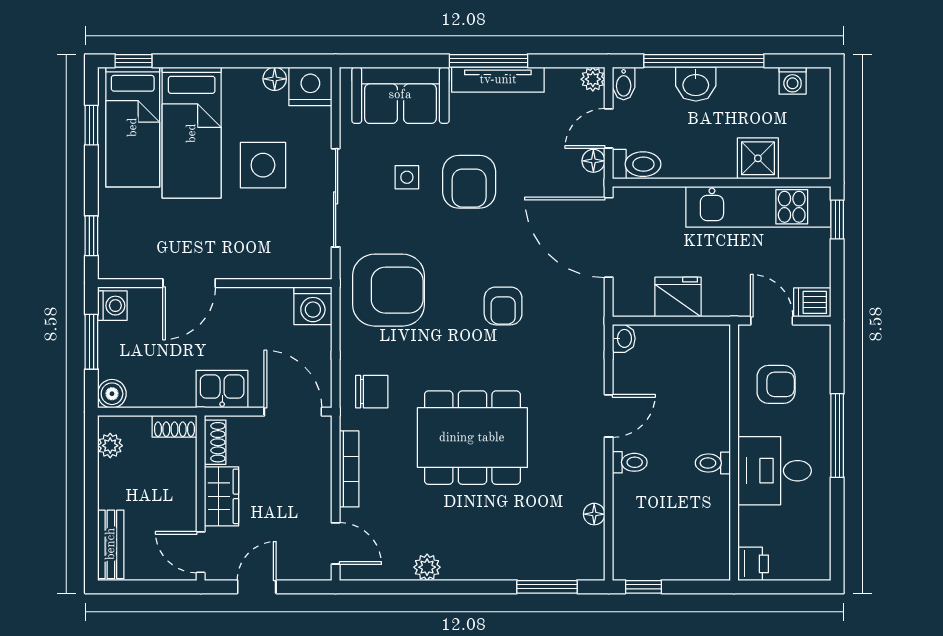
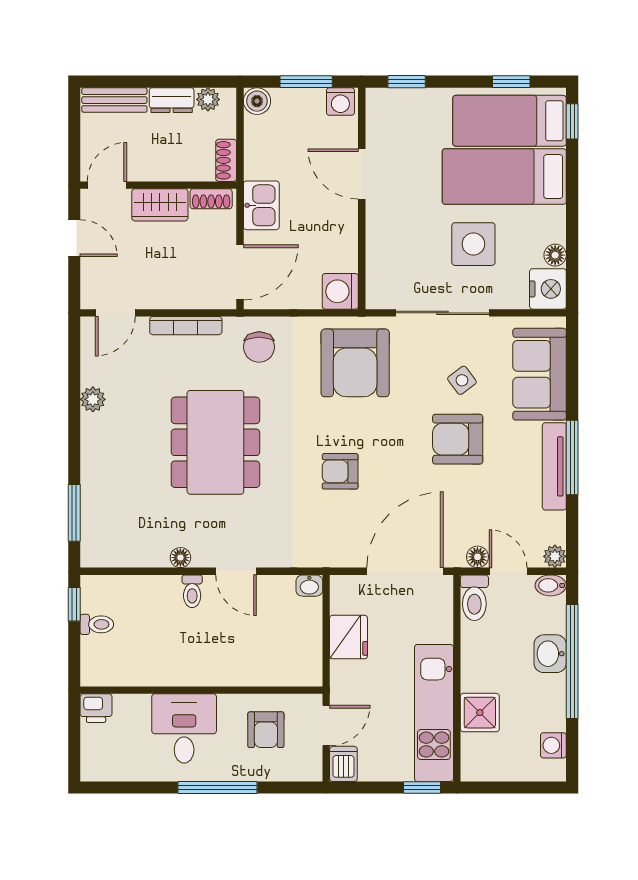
side table: (407, 177) -> (462, 380), turned -37
toilet: (713, 463) -> (97, 624), moved, turned 90
dresser: (111, 484) -> (172, 100), added
floor lamp: (594, 514) -> (180, 558), moved

